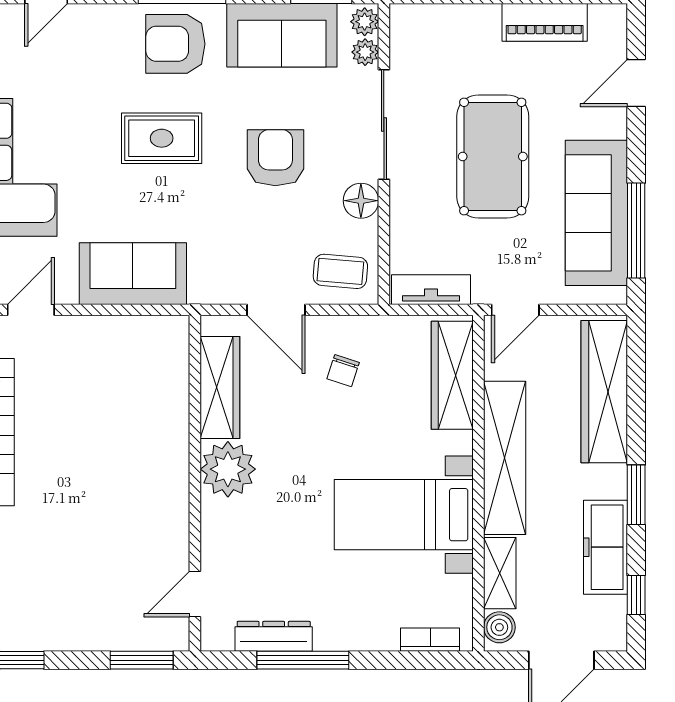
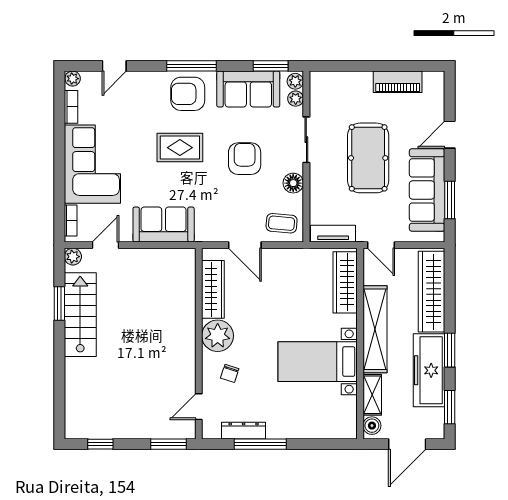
door: (636, 83) -> (450, 135), moved
sliding door: (384, 124) -> (306, 140), width x0.73
window: (636, 230) -> (450, 200), width x0.69
door: (515, 310) -> (381, 245), hinge flipped
chair: (343, 371) -> (230, 373), moved
freezer: (605, 547) -> (429, 370), width x1.36, depth x1.26
window: (636, 595) -> (450, 407), width x1.50
bookcase: (430, 640) -> (332, 433), removed

